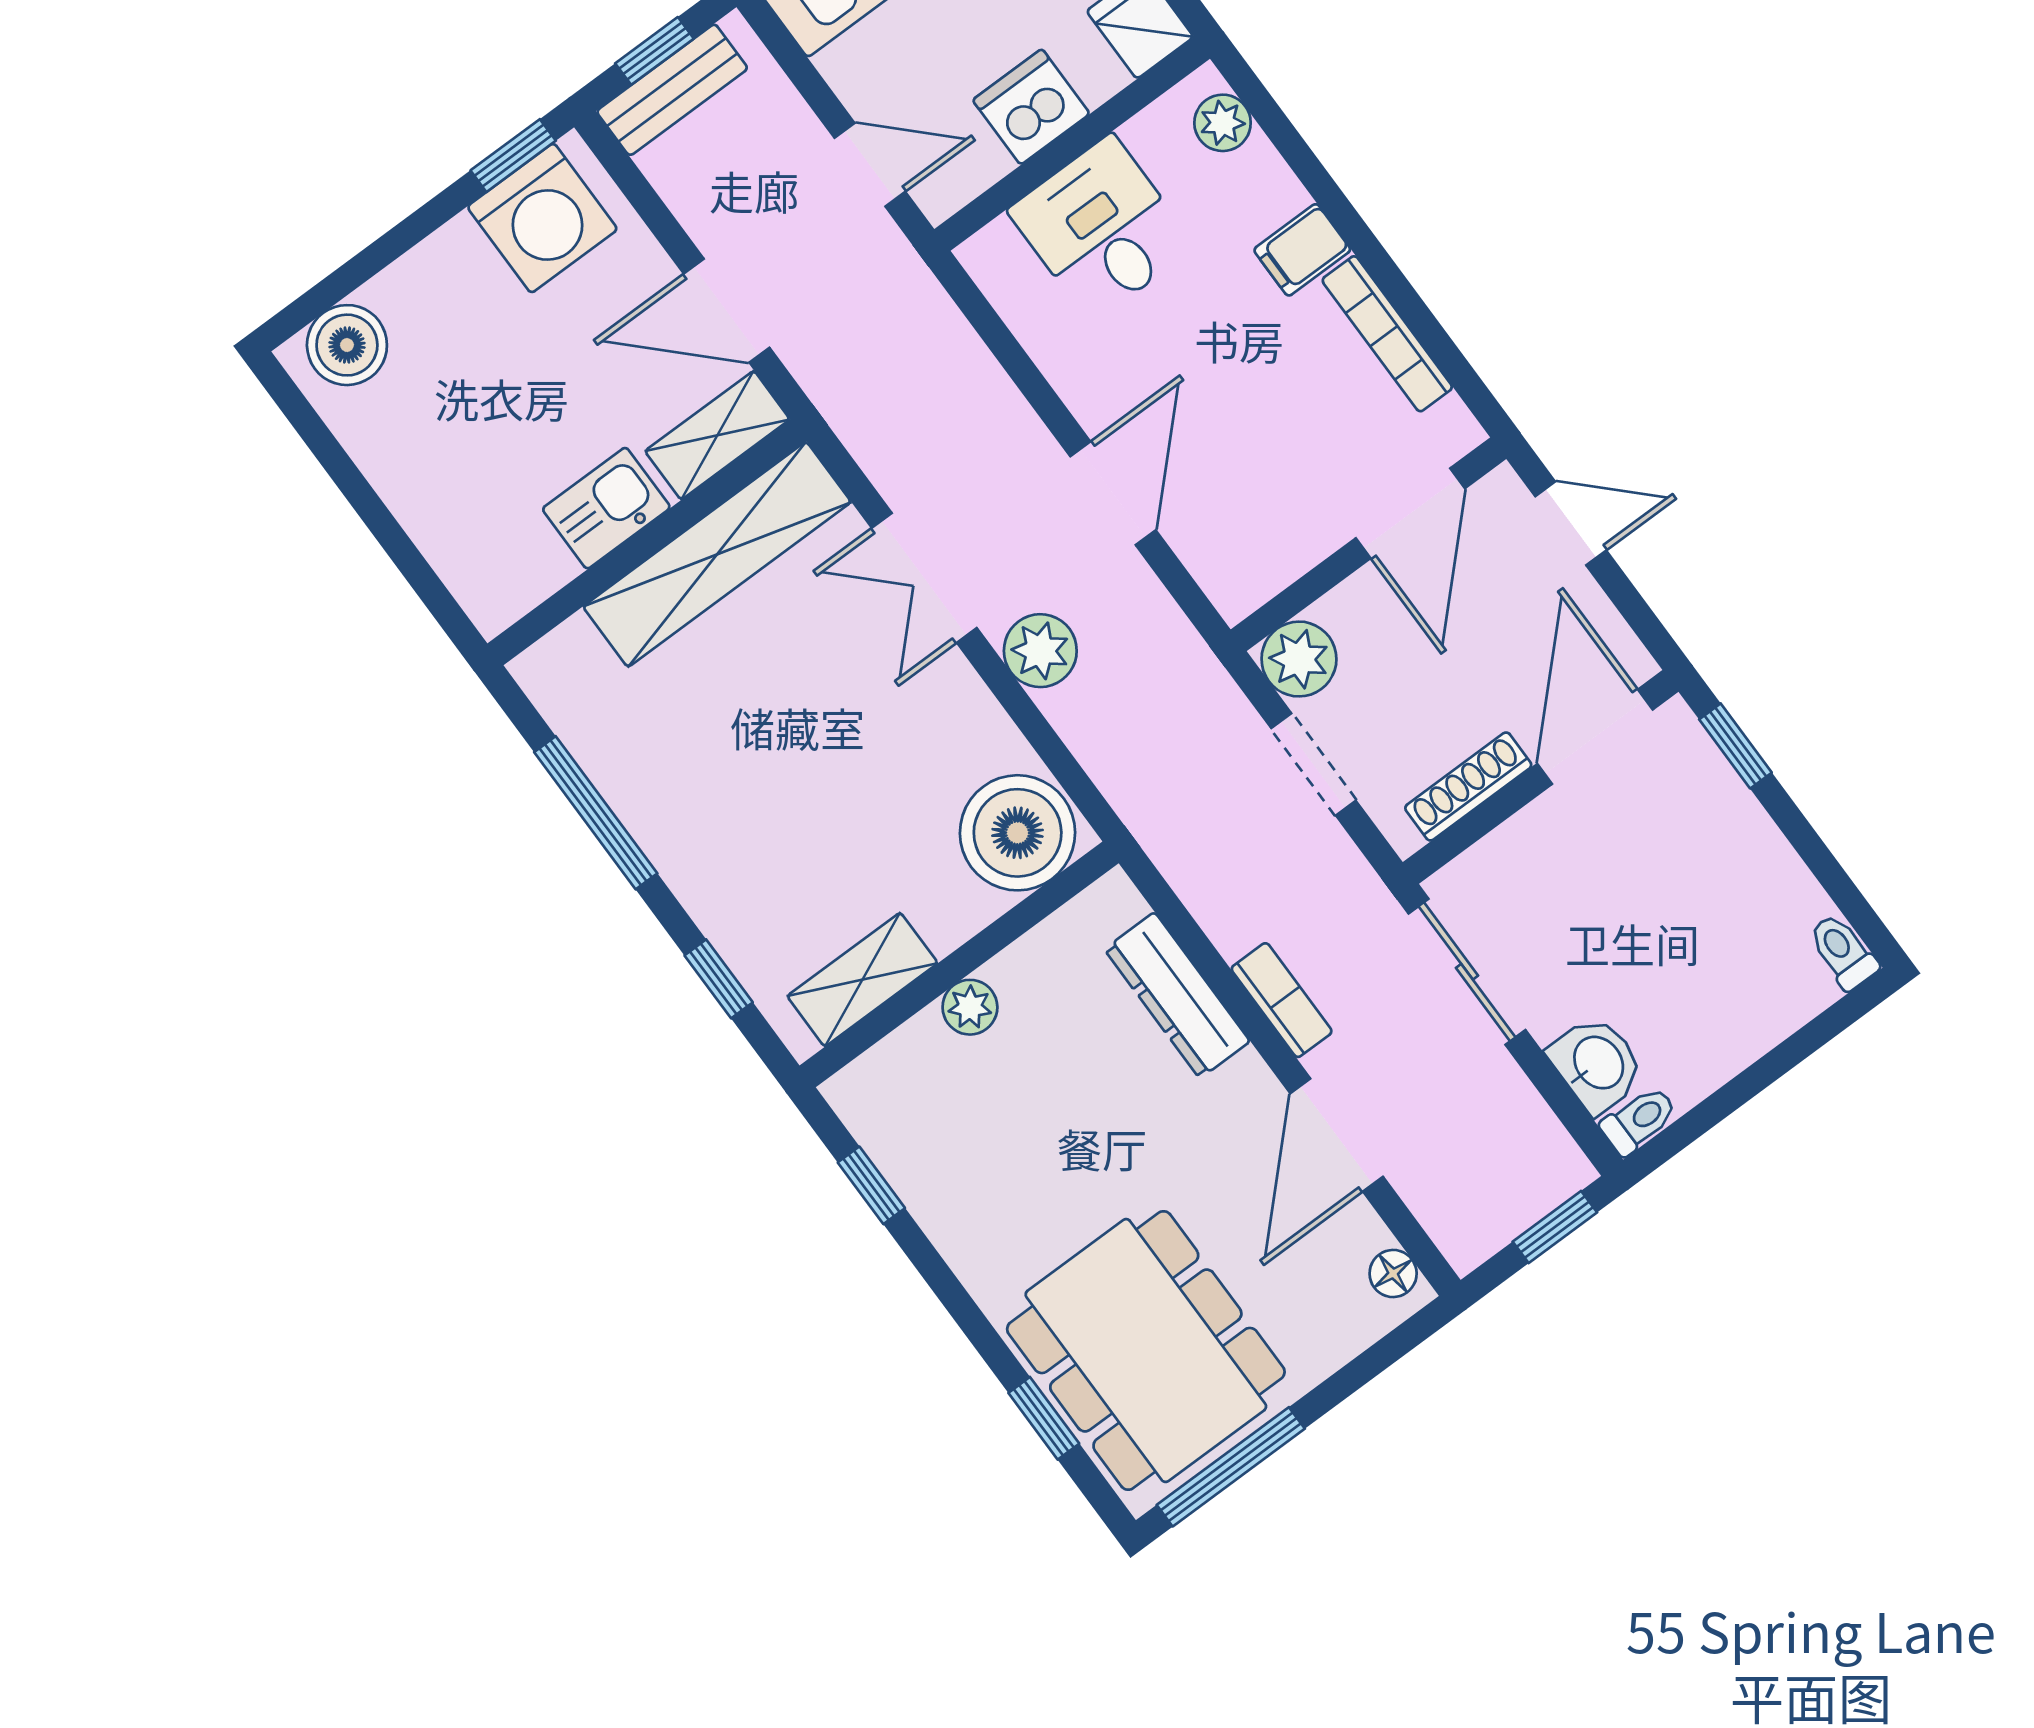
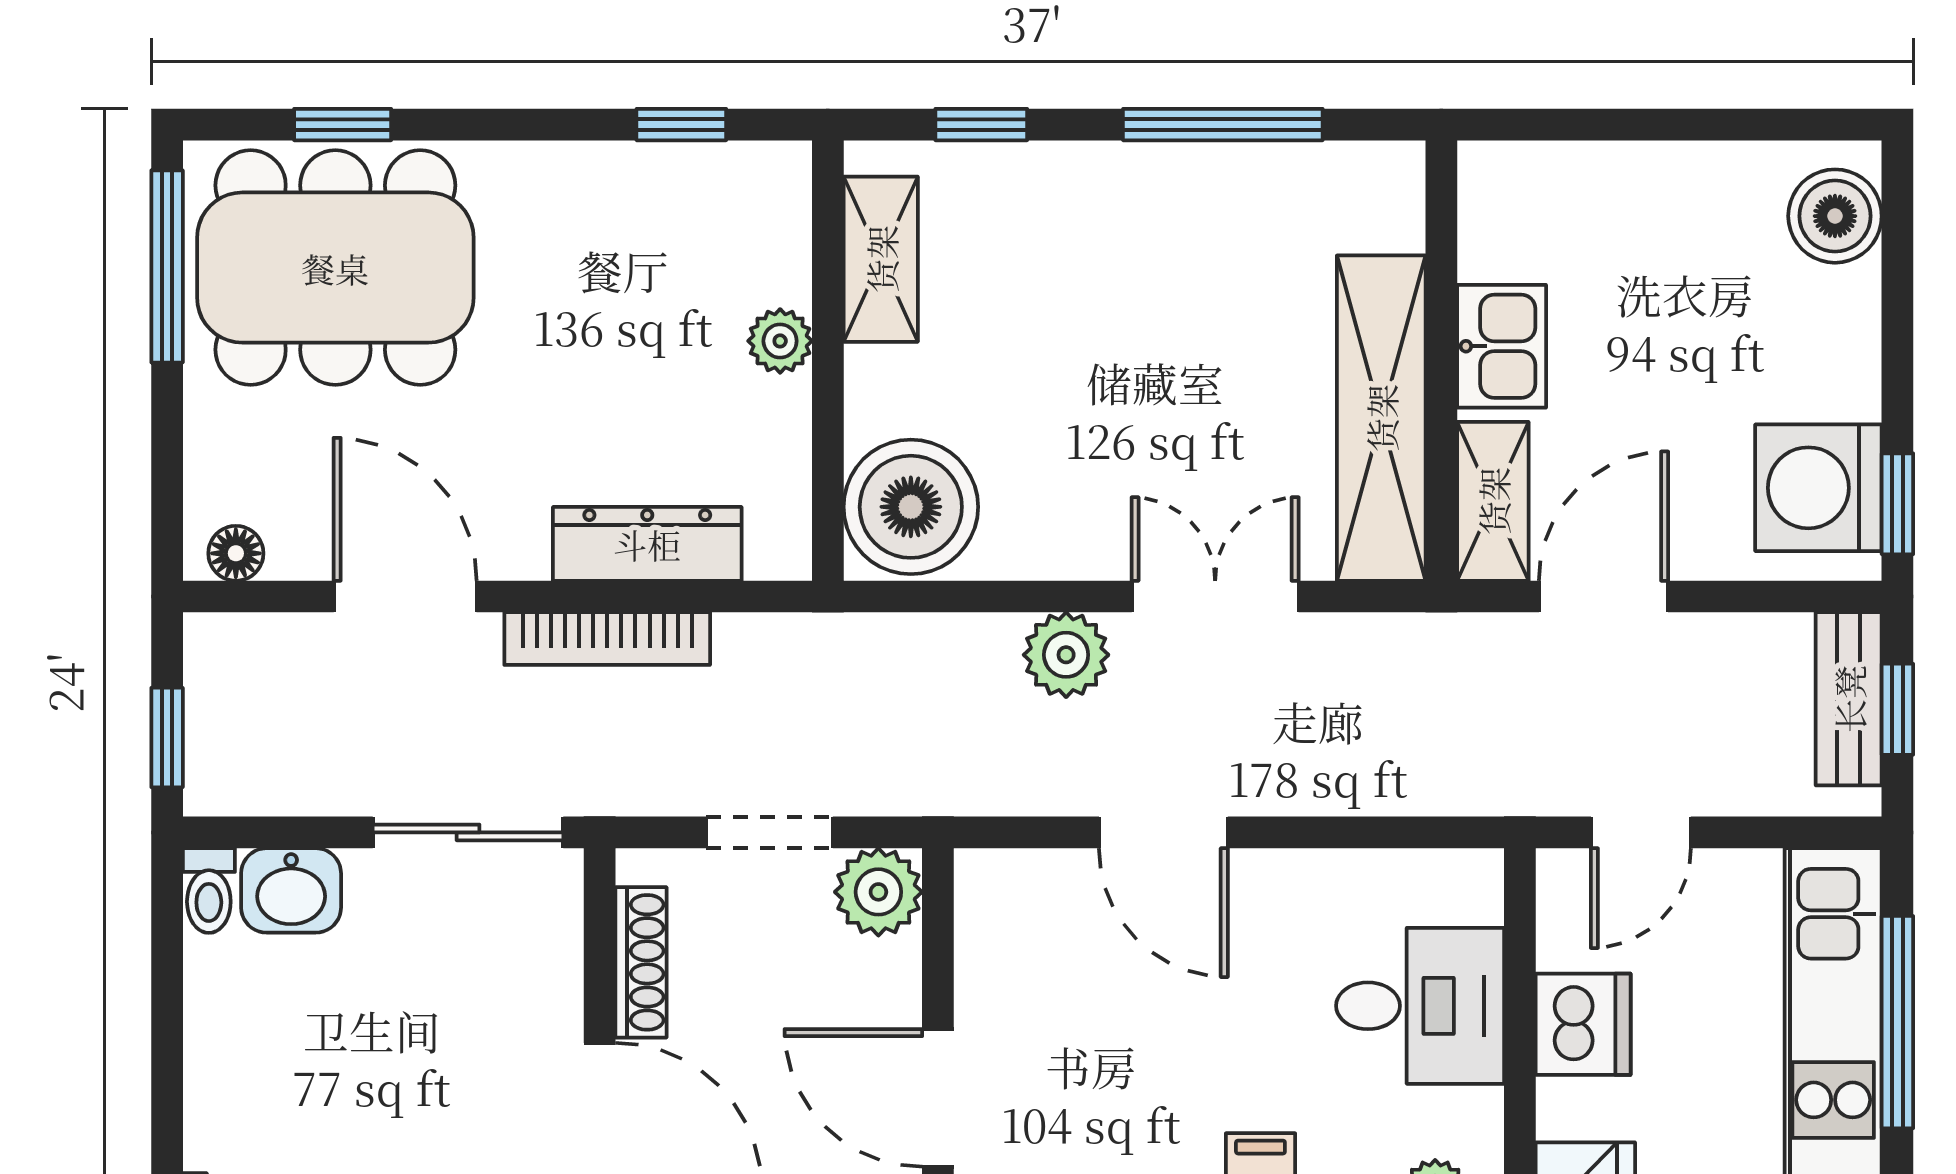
bookcase: (1282, 1000) -> (607, 639), width x1.56

